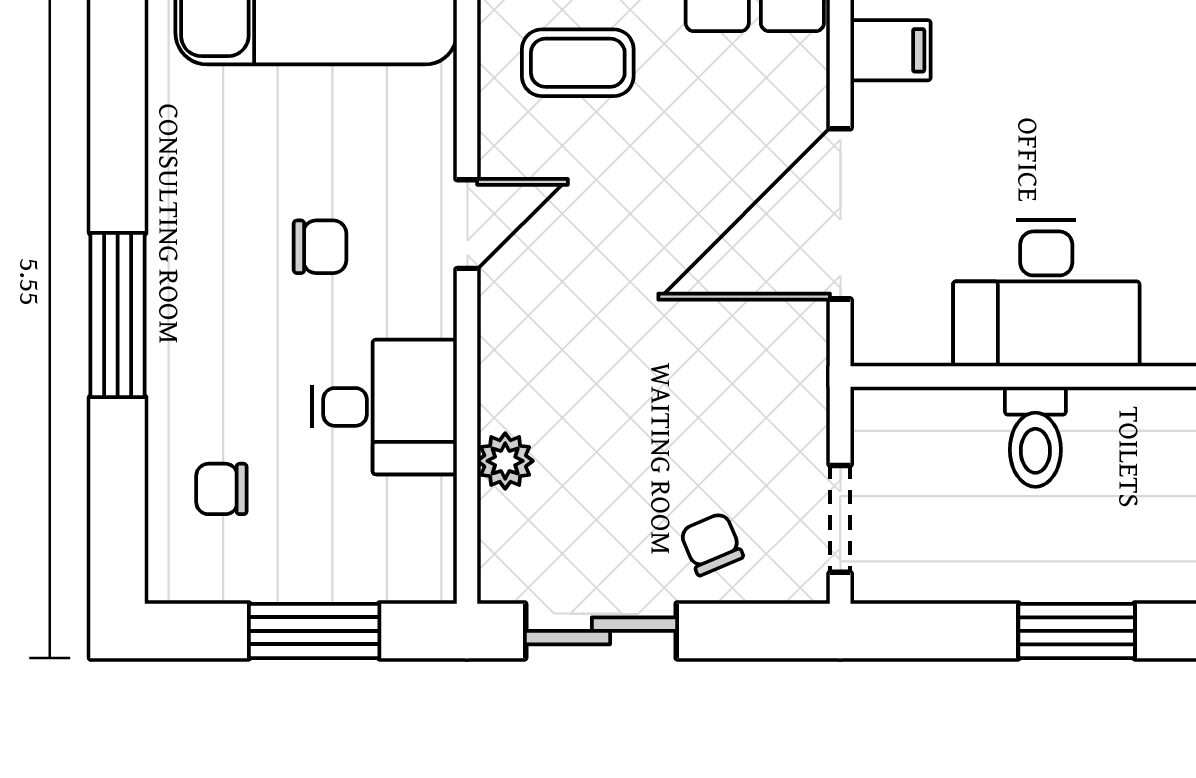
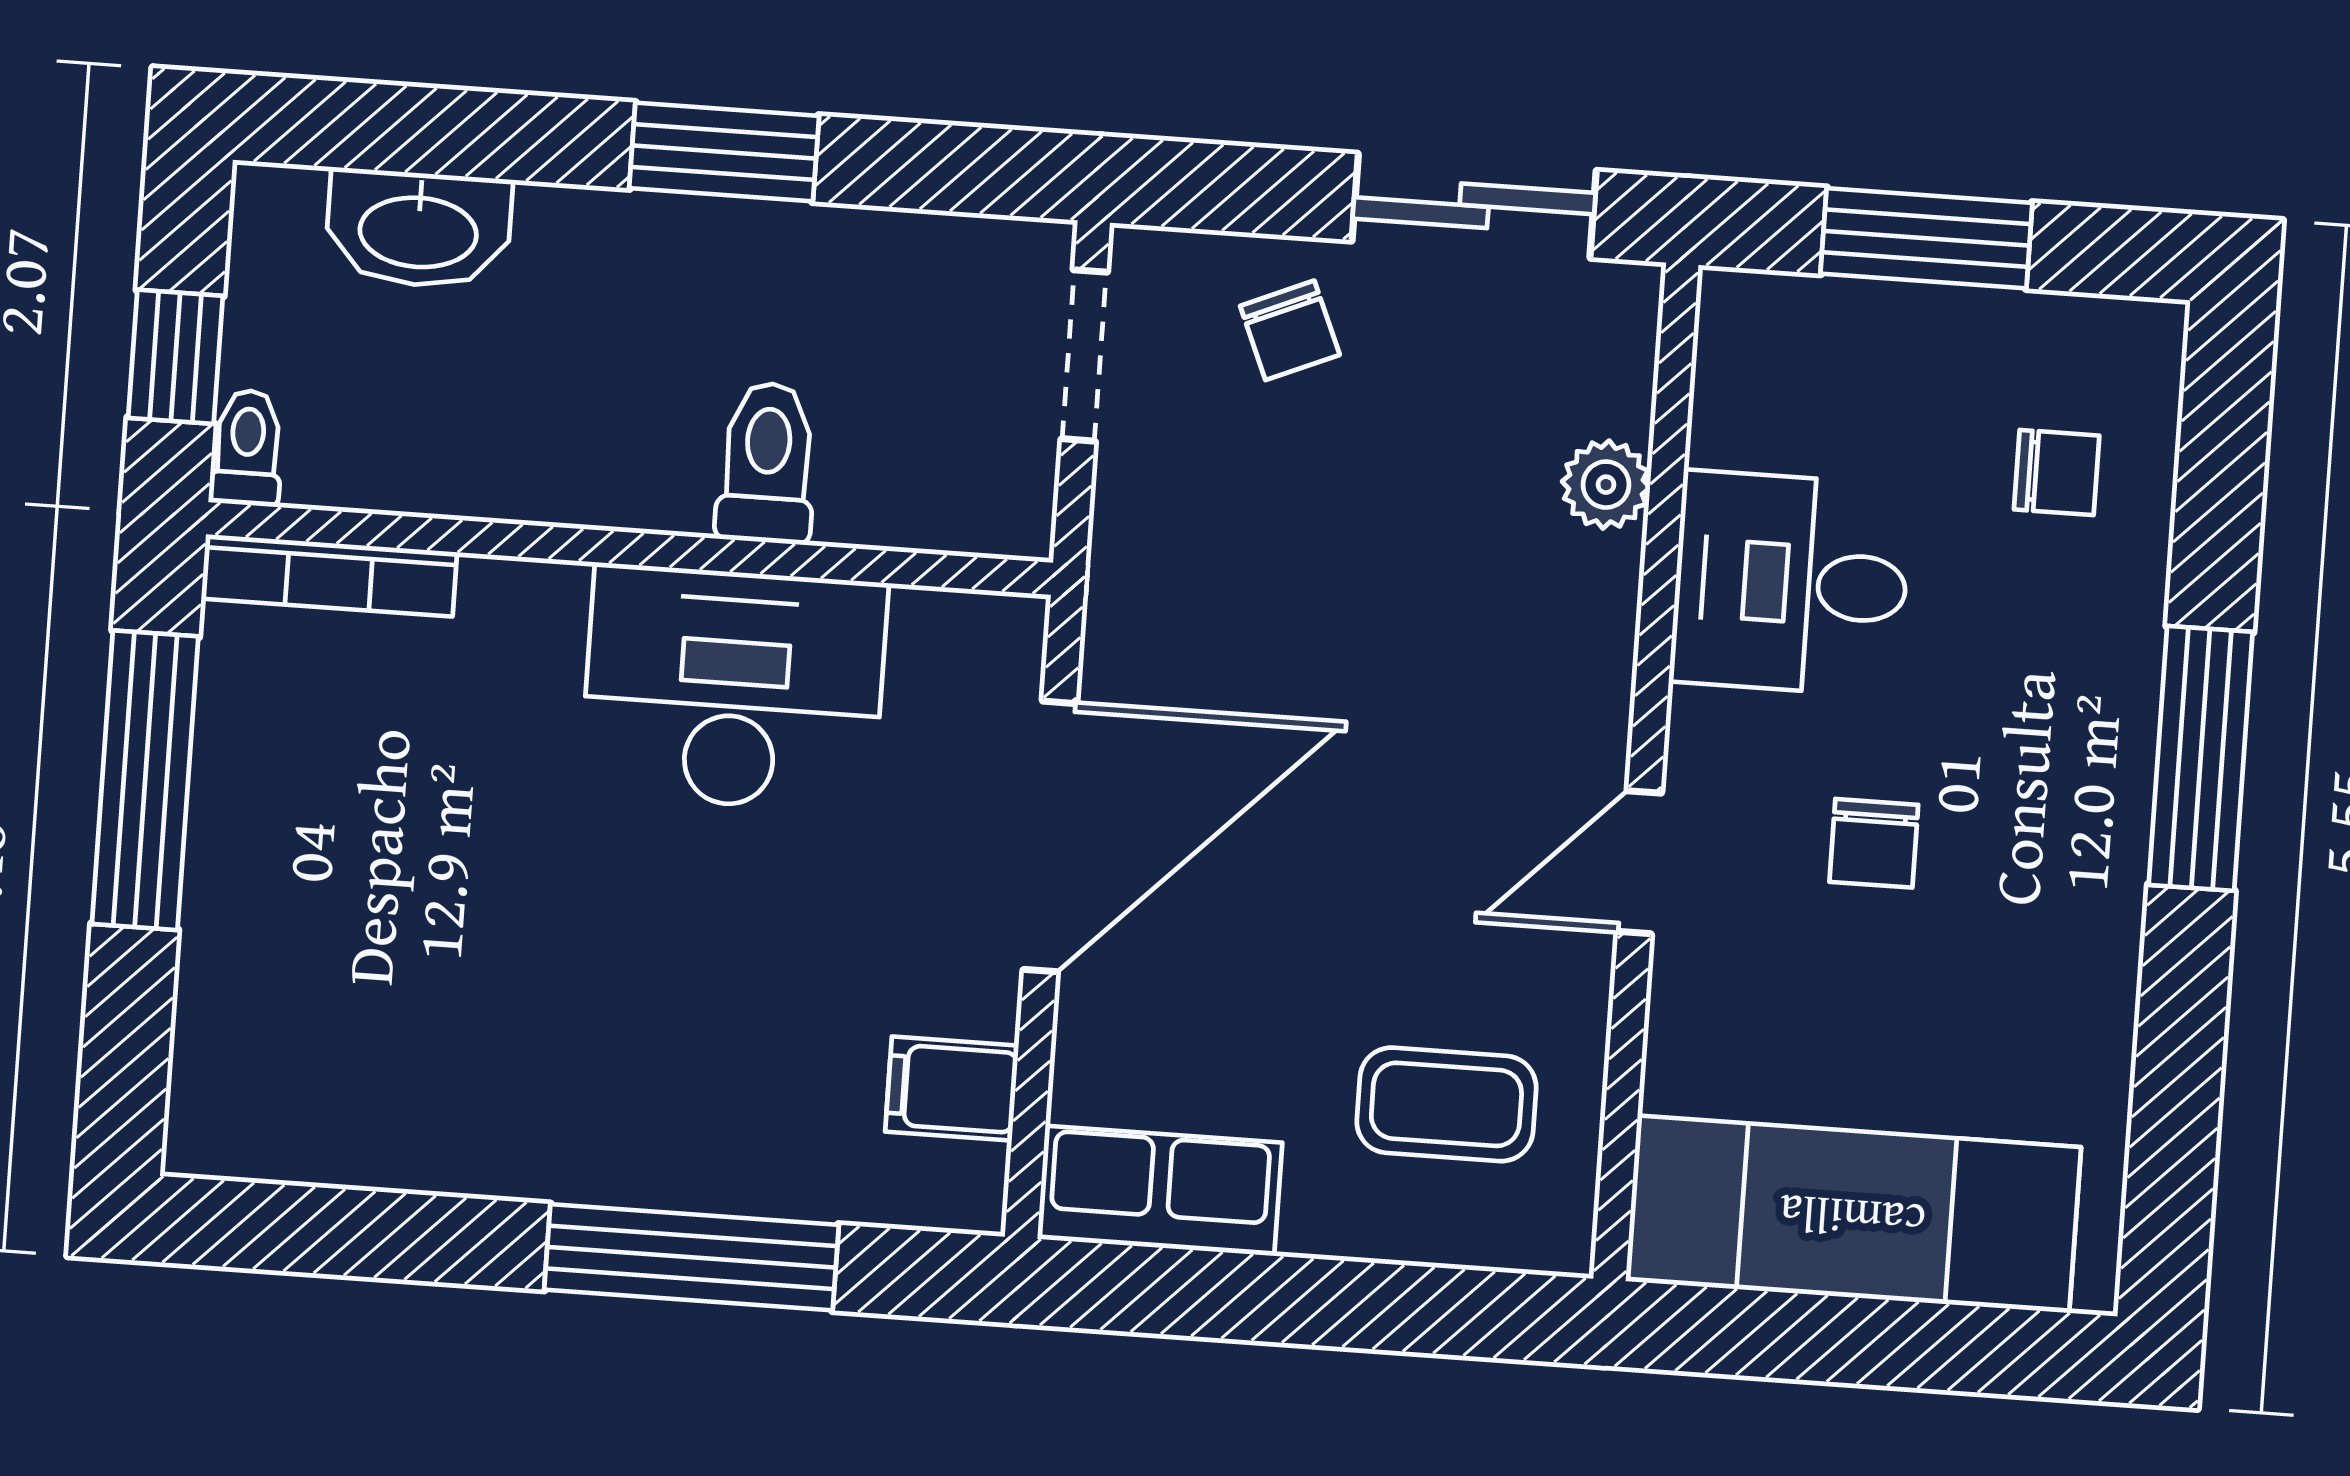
chair: (320, 247) -> (1874, 843), turned -90

